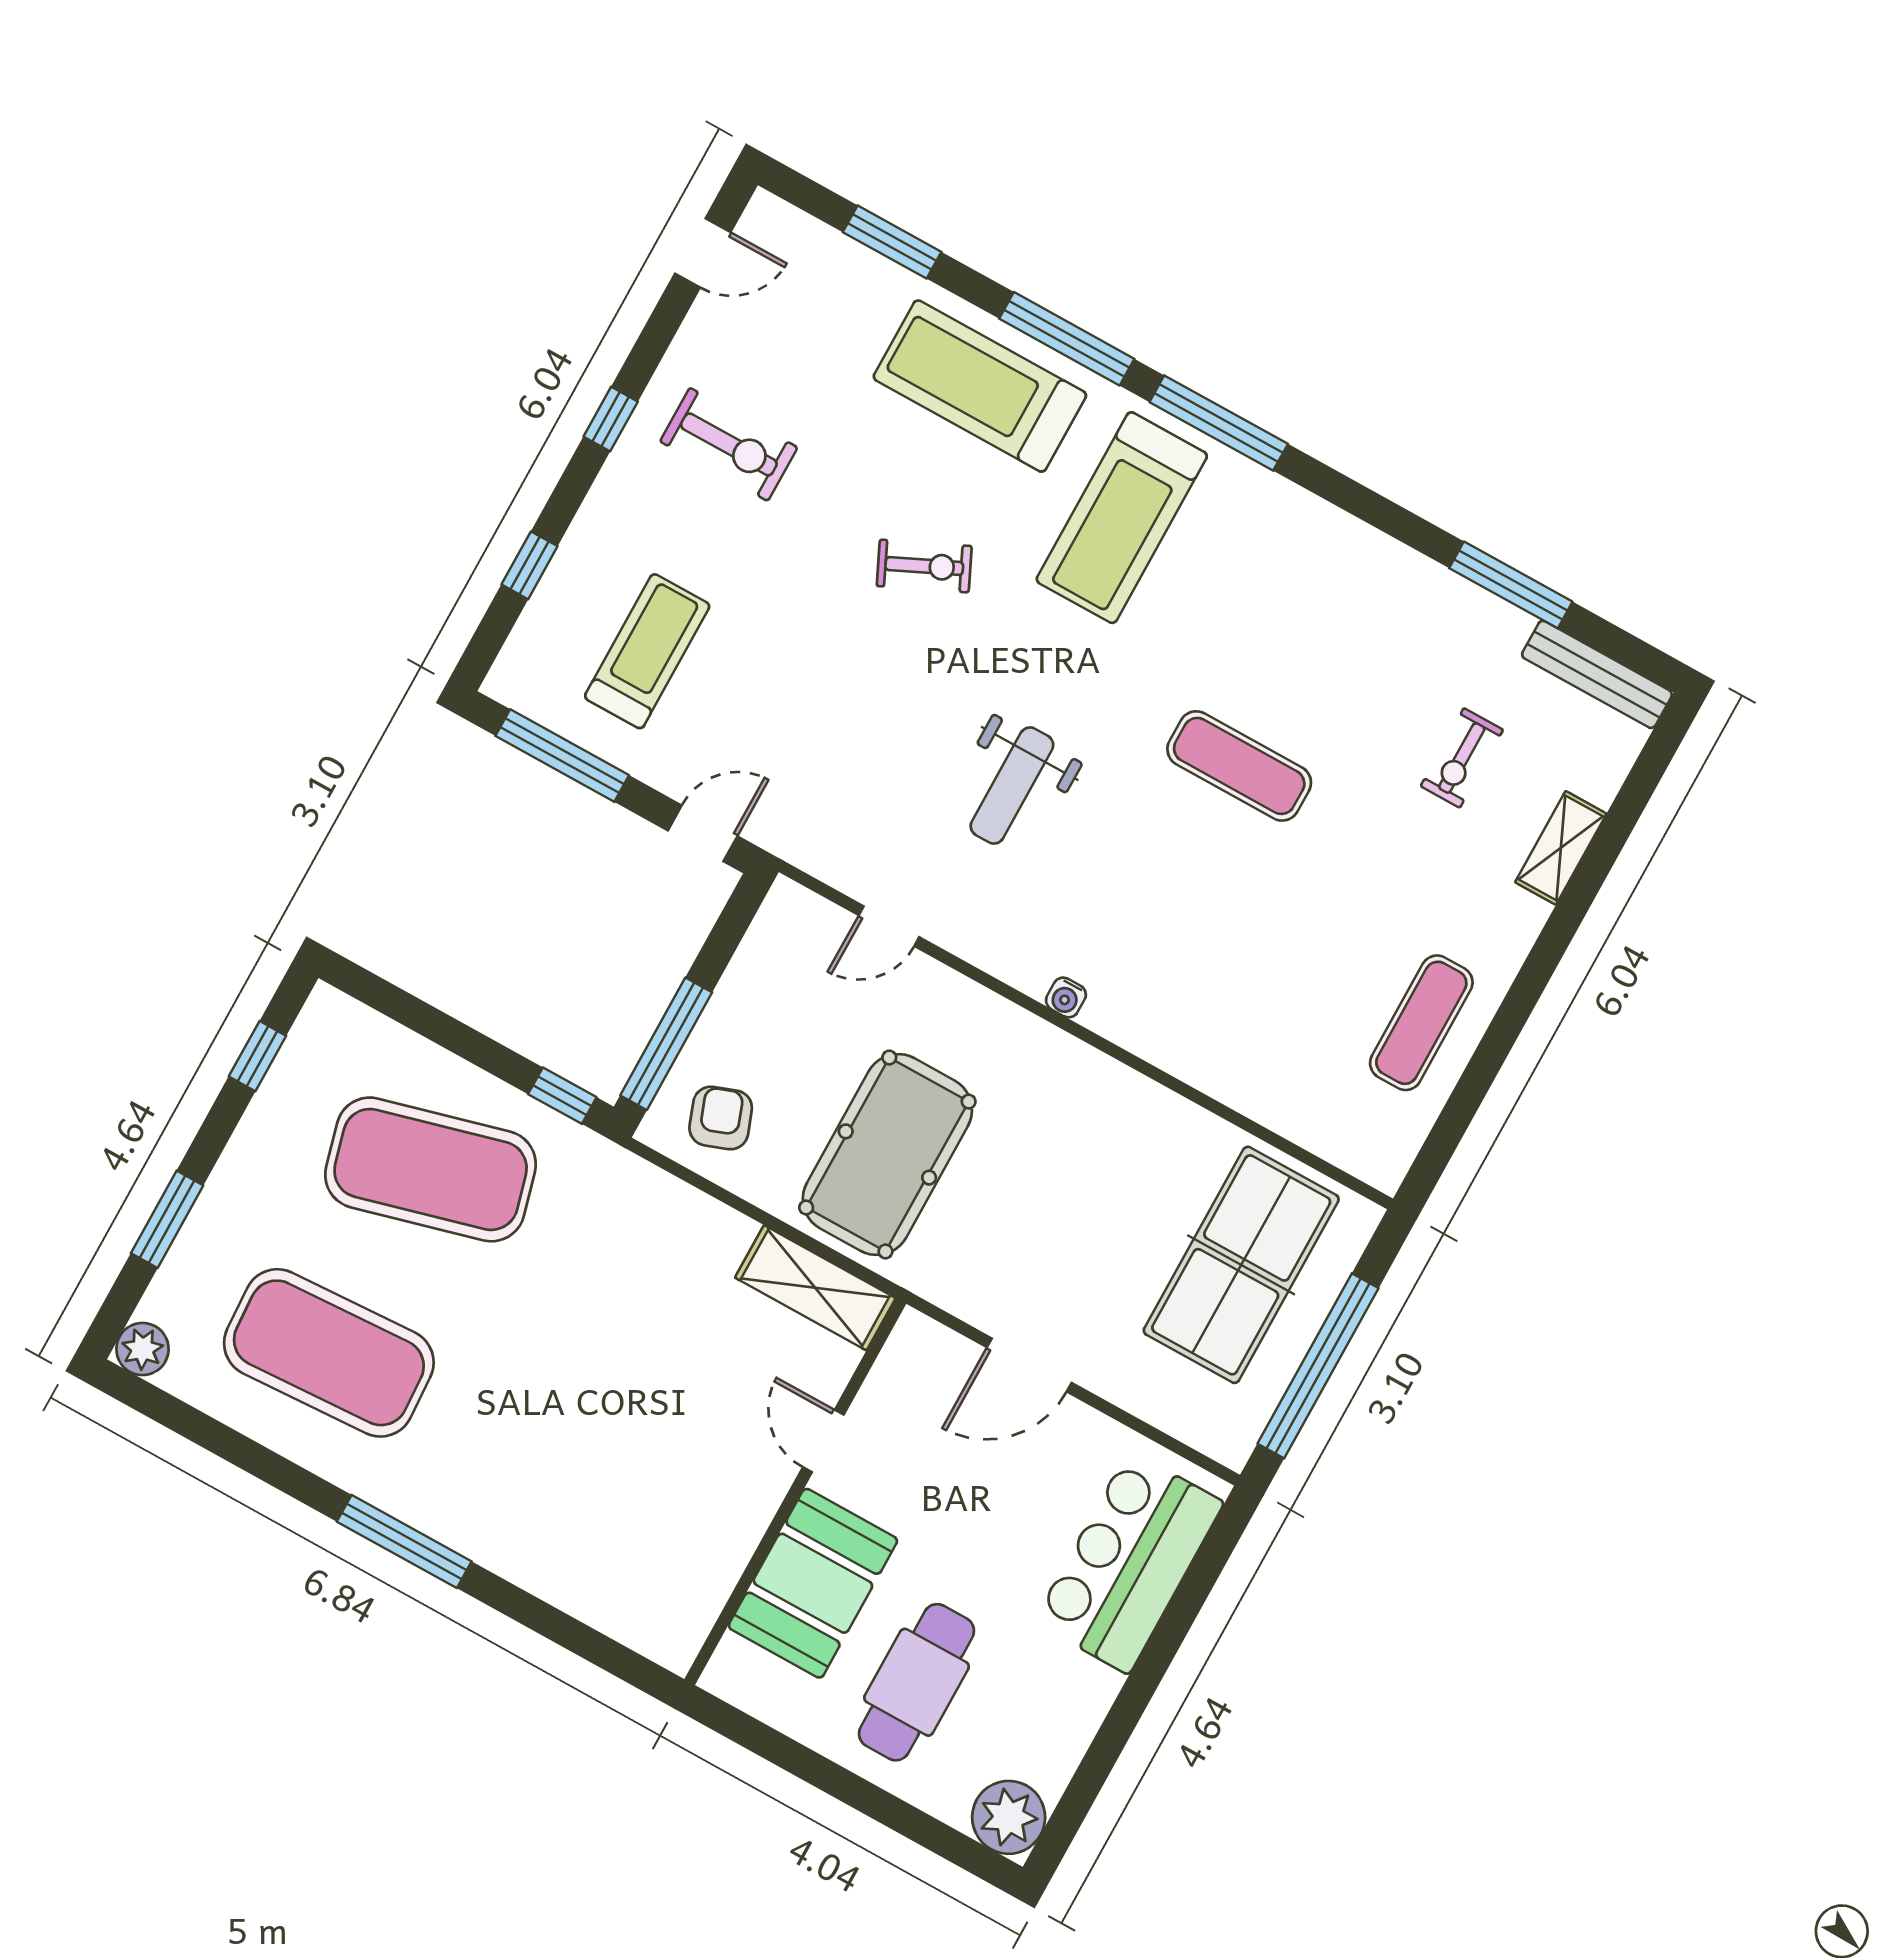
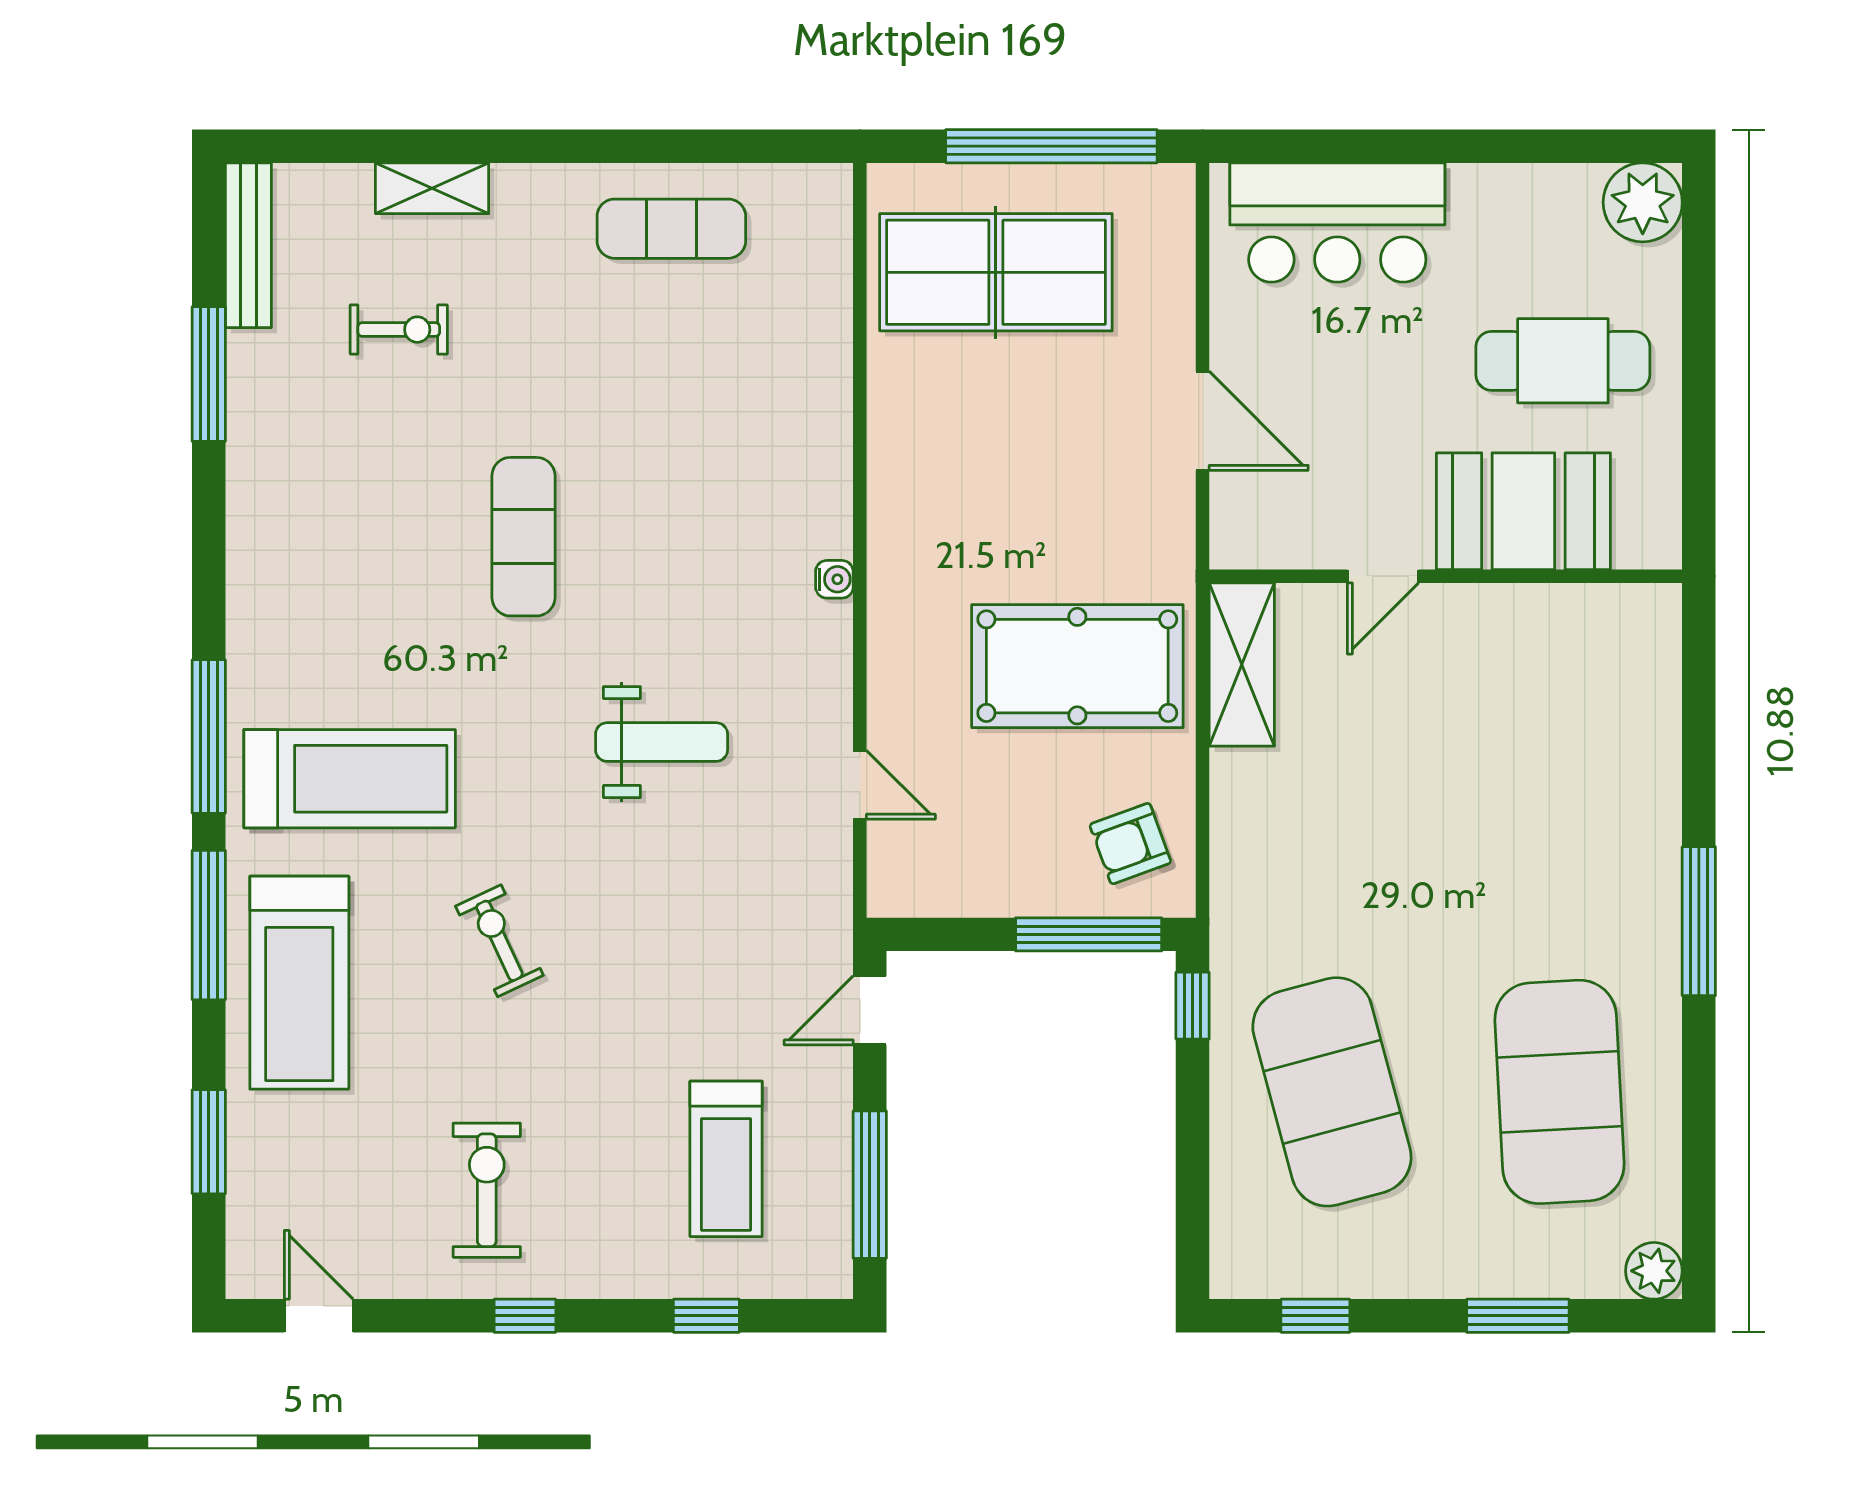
treadmill: (647, 651) -> (726, 1159), turned -90
door: (703, 833) -> (870, 1010), hinge flipped

